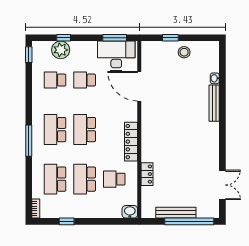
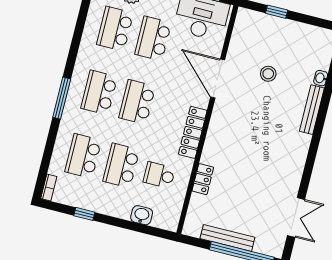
stool: (184, 52) -> (268, 74), moved
school desk: (55, 80) -> (115, 29), width x1.85
school desk: (85, 80) -> (153, 38), width x1.85
door: (139, 86) -> (218, 78), moved
washbasin: (130, 212) -> (142, 215), moved

